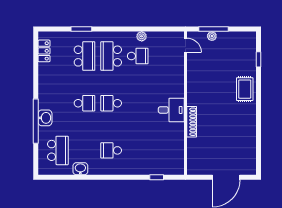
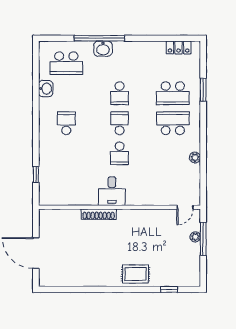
school desk: (138, 56) -> (120, 153), moved

